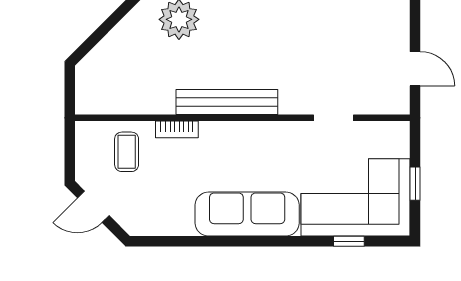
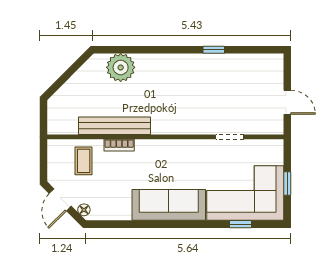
bench: (227, 102) -> (115, 126), moved
door: (93, 207) -> (60, 200), hinge flipped
floor lamp: (127, 221) -> (84, 210), added

